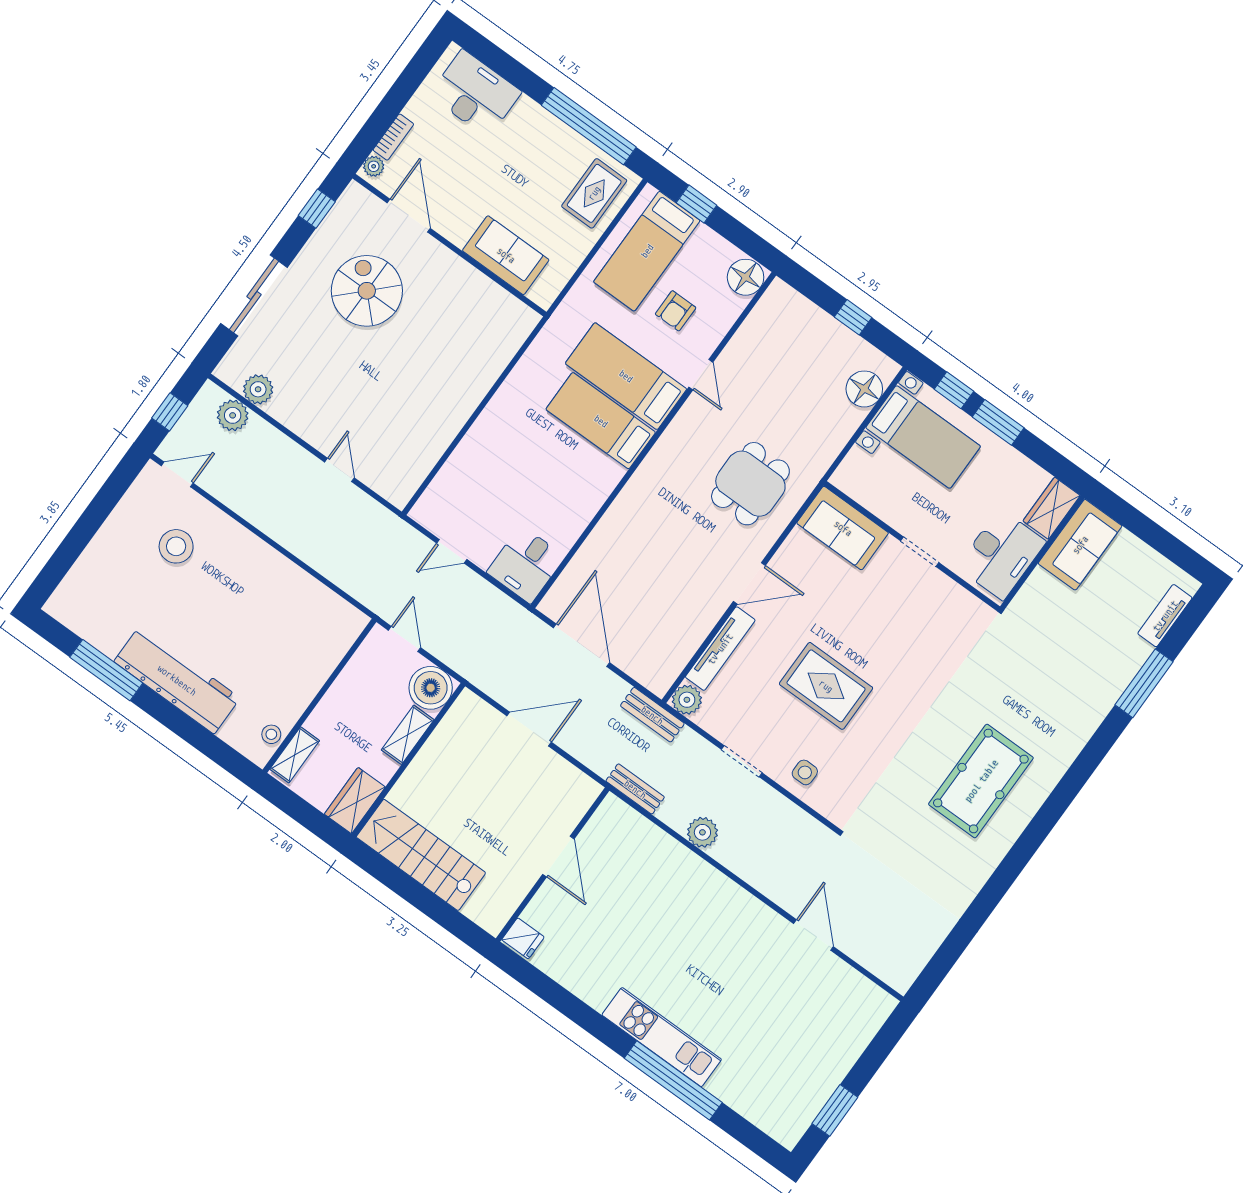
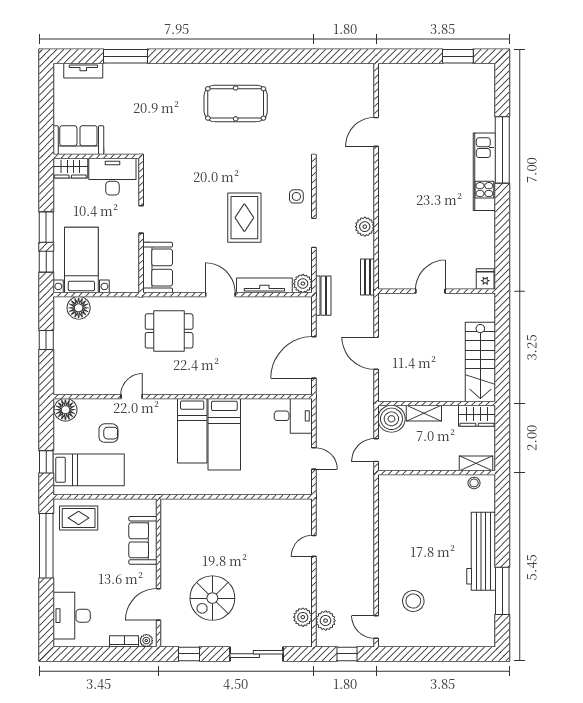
bed: (626, 376) -> (224, 434), moved

